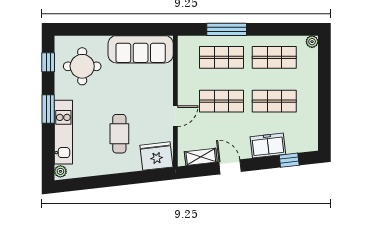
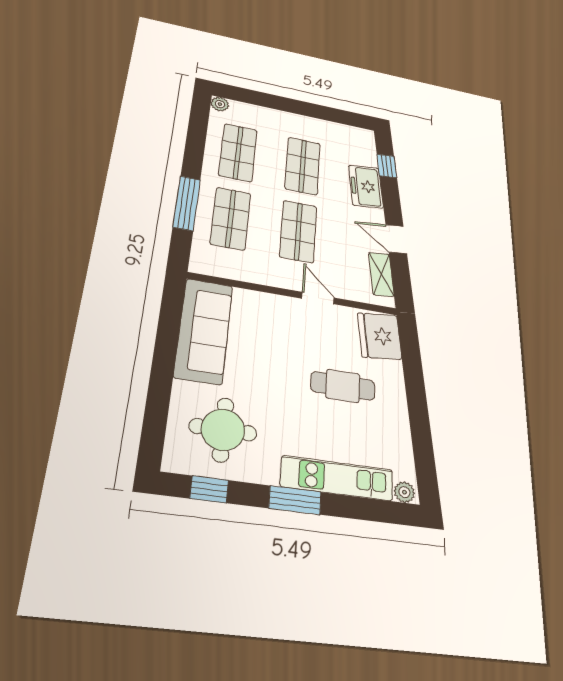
door: (230, 167) -> (396, 239), hinge flipped

